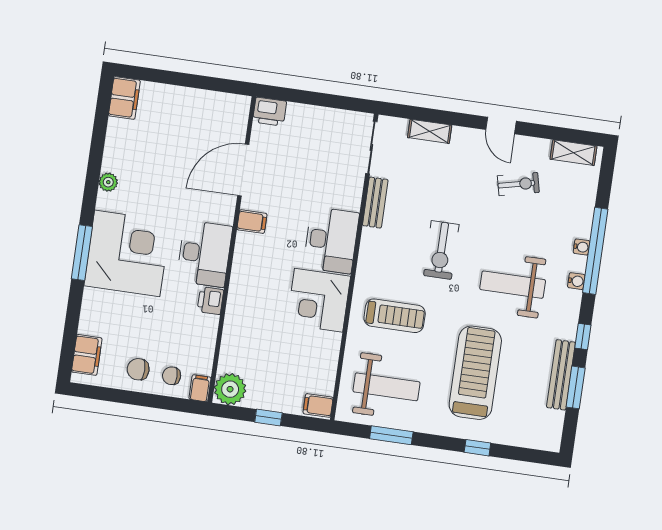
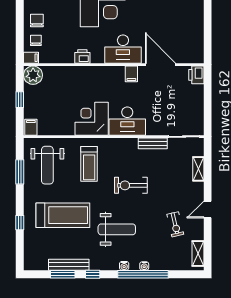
desk: (204, 254) -> (123, 49), moved
weight bench: (513, 285) -> (117, 229), turned 90

